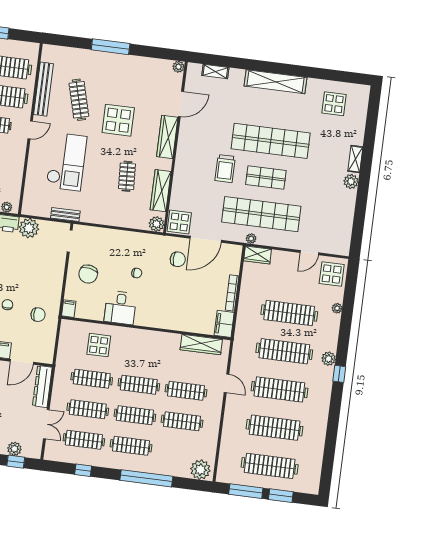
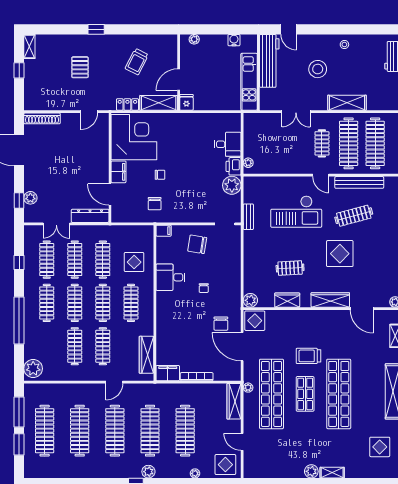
wardrobe: (161, 191) -> (287, 300), width x0.67
wardrobe: (258, 255) -> (234, 401), width x1.50
clothes rail: (143, 354) -> (131, 303), added

